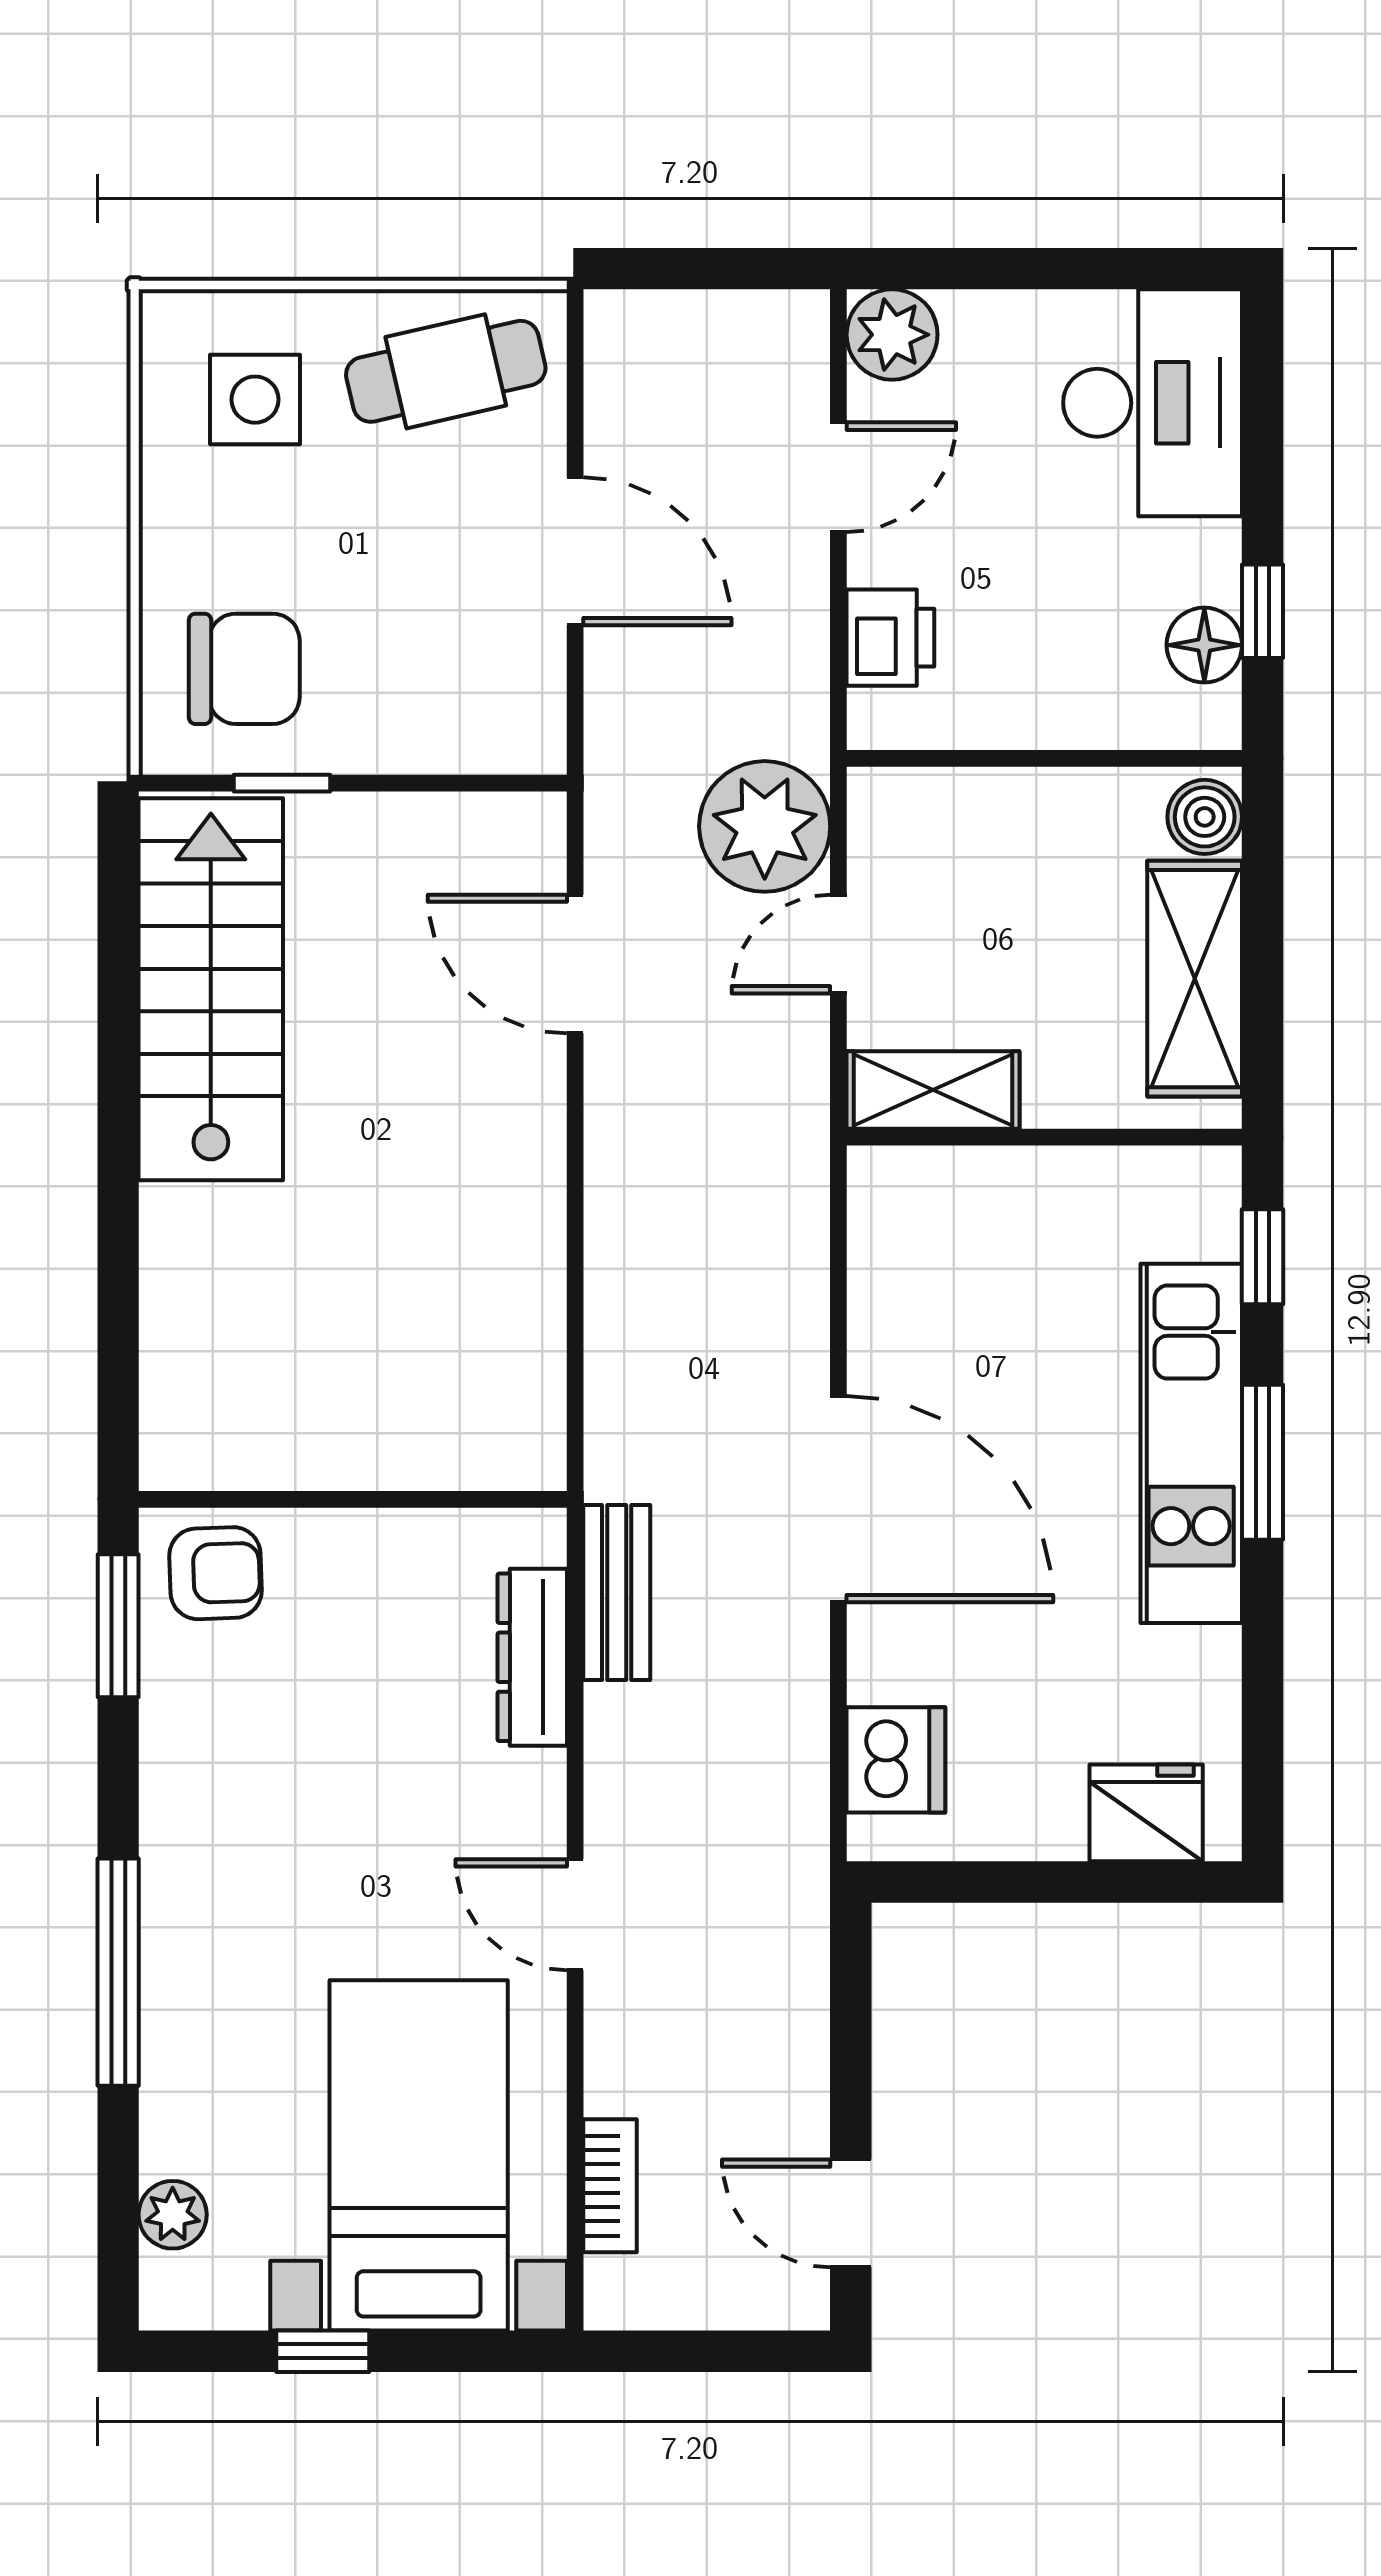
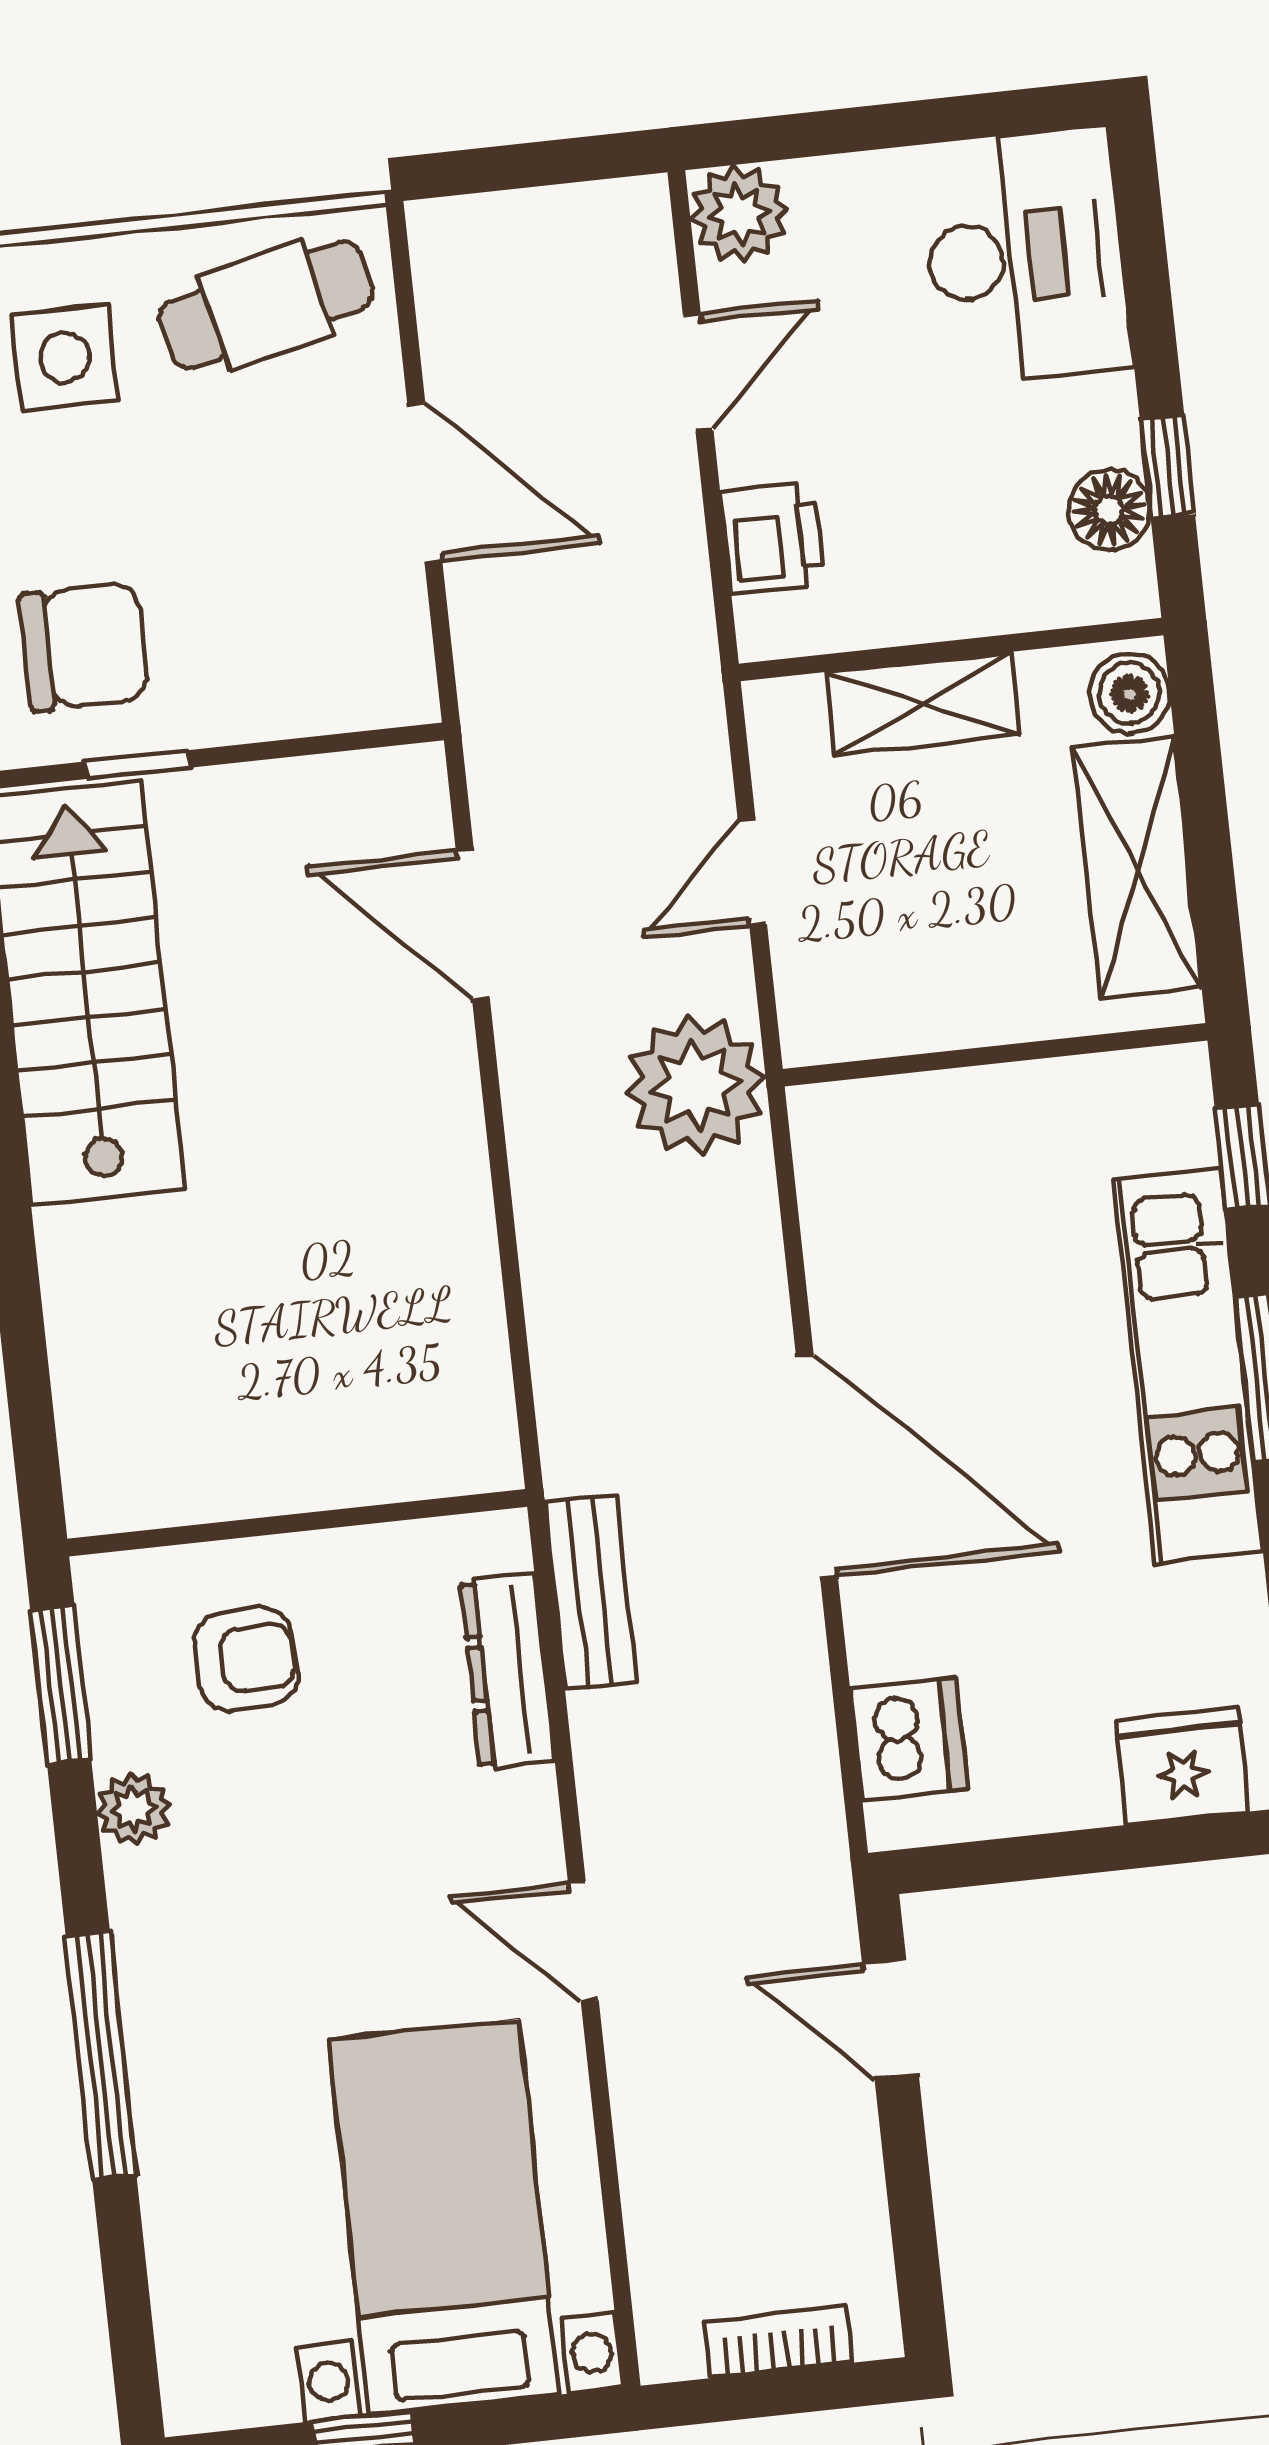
plant: (765, 826) -> (696, 1085), moved
shelving: (933, 1090) -> (923, 704), moved
armchair: (215, 1573) -> (246, 1659), moved
bookcase: (610, 2186) -> (778, 2342), moved, turned -90
door: (851, 2213) -> (890, 2019), moved
plant: (173, 2215) -> (133, 1809), moved

